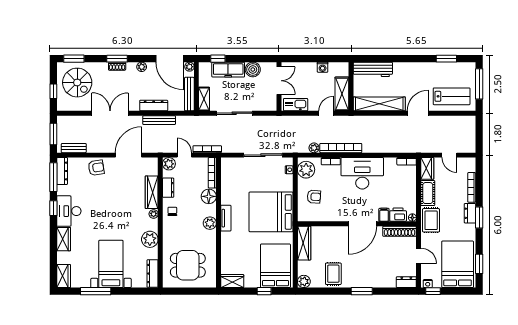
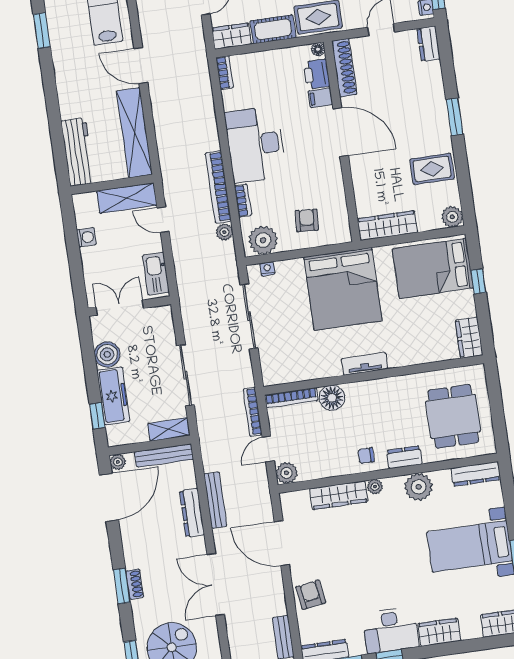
plant: (142, 67) -> (130, 543), removed
dresser: (168, 188) -> (404, 457), moved
plant: (210, 223) -> (377, 390), removed

